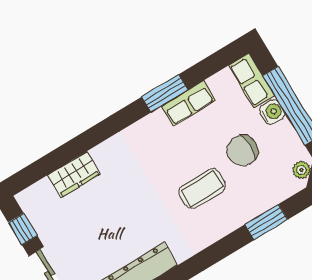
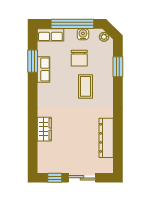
window: (165, 93) -> (33, 61), moved
water cooler: (272, 112) -> (83, 34), moved
wardrobe: (74, 174) -> (44, 129), moved

